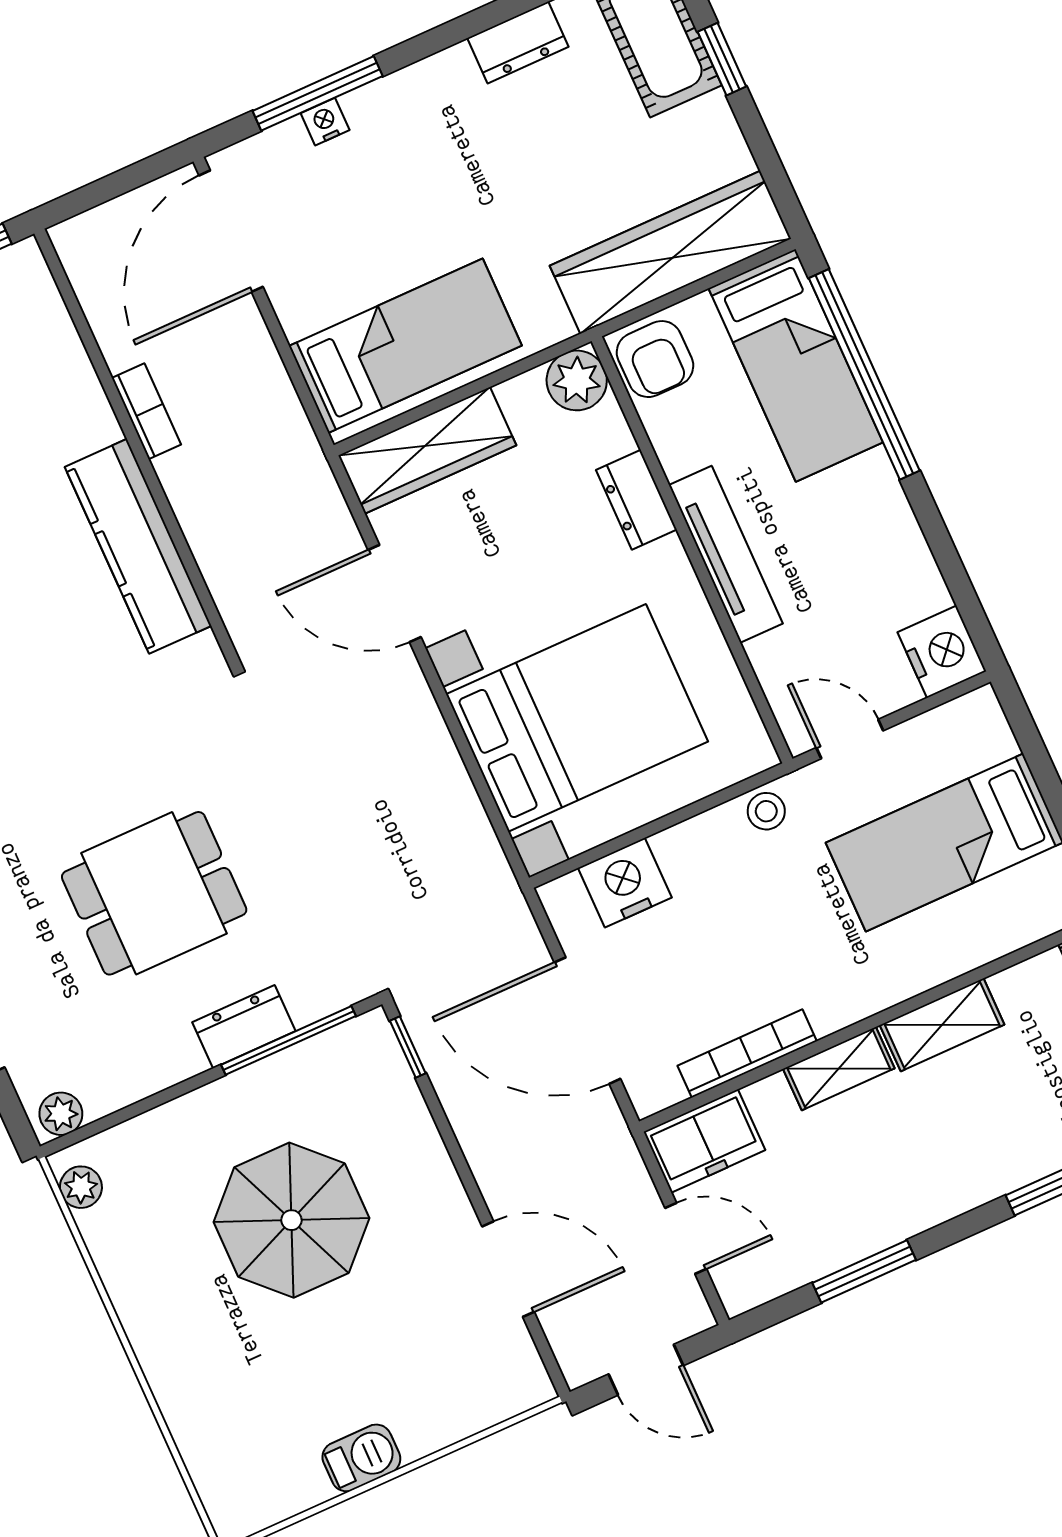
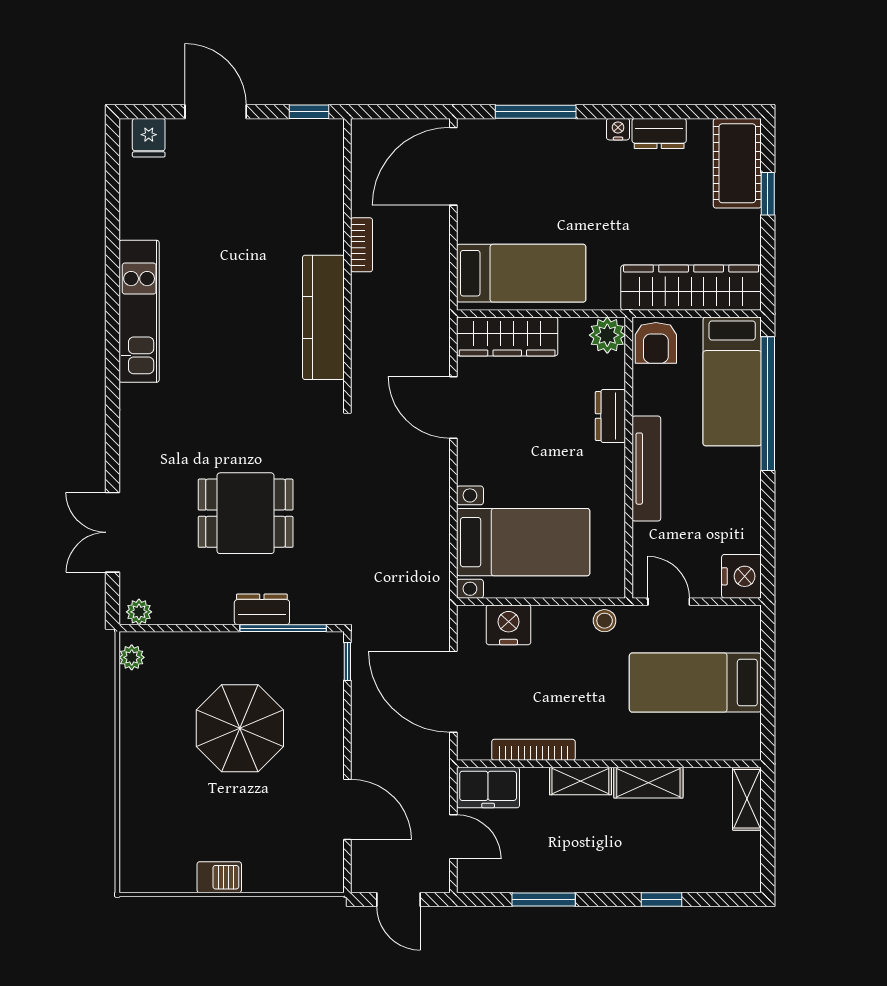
nightstand: (325, 122) -> (618, 129), moved
bed with nightstands: (577, 718) -> (523, 542), width x0.73

